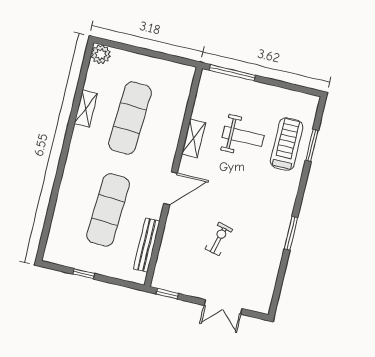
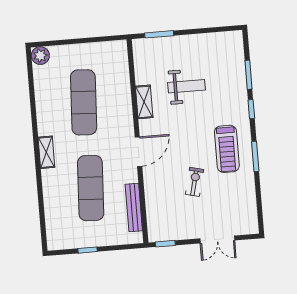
window: (232, 73) -> (159, 34), width x0.69
shelving: (86, 108) -> (46, 152), moved
treadmill: (287, 144) -> (227, 149), moved, turned 180
window: (303, 182) -> (251, 109), added

